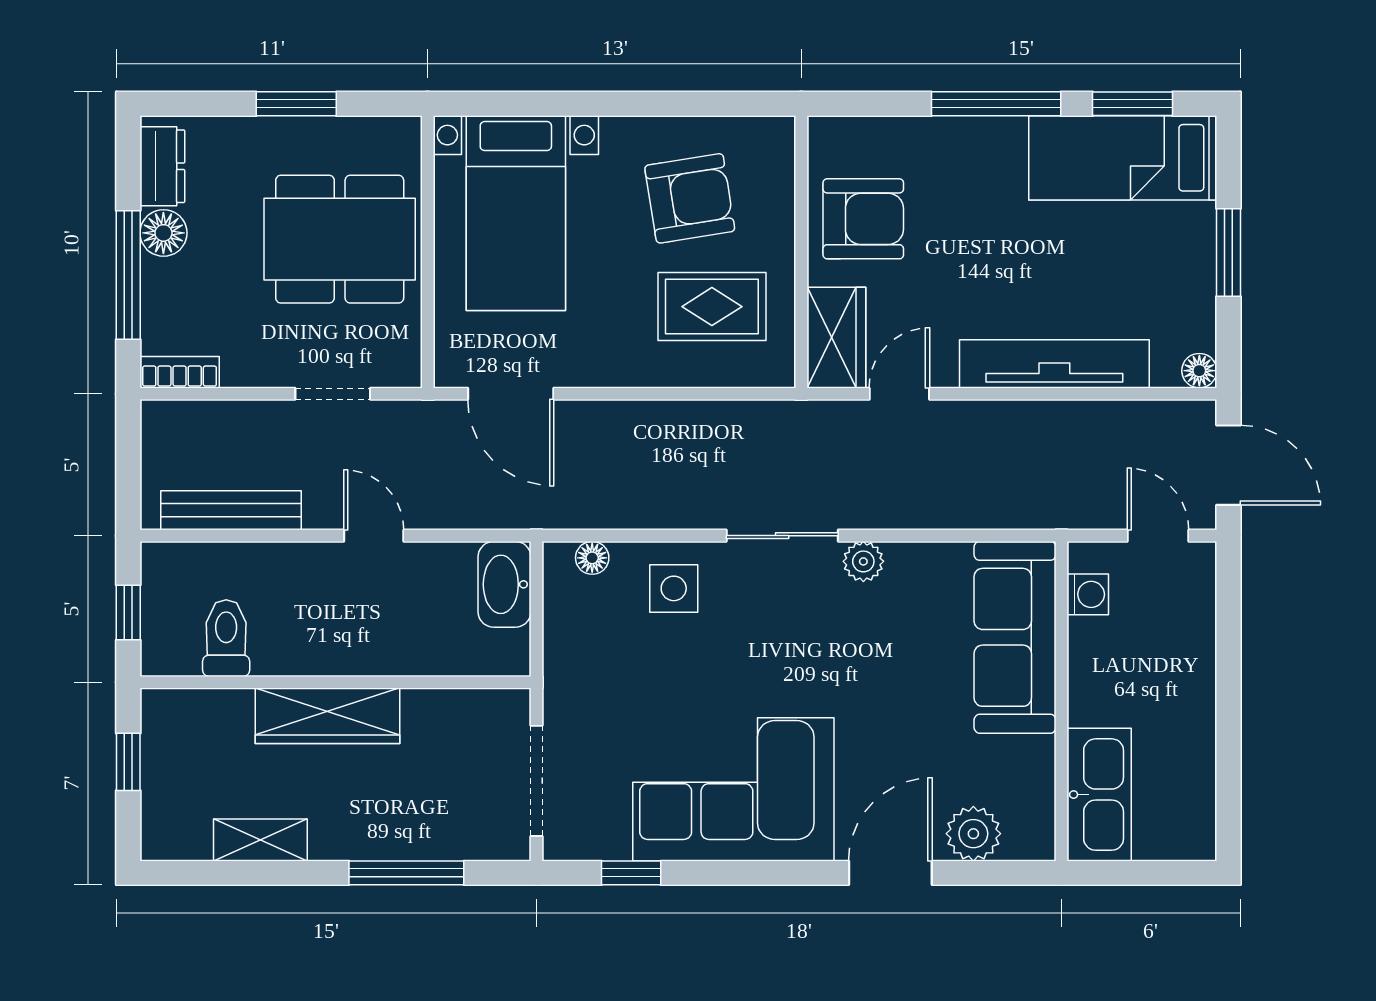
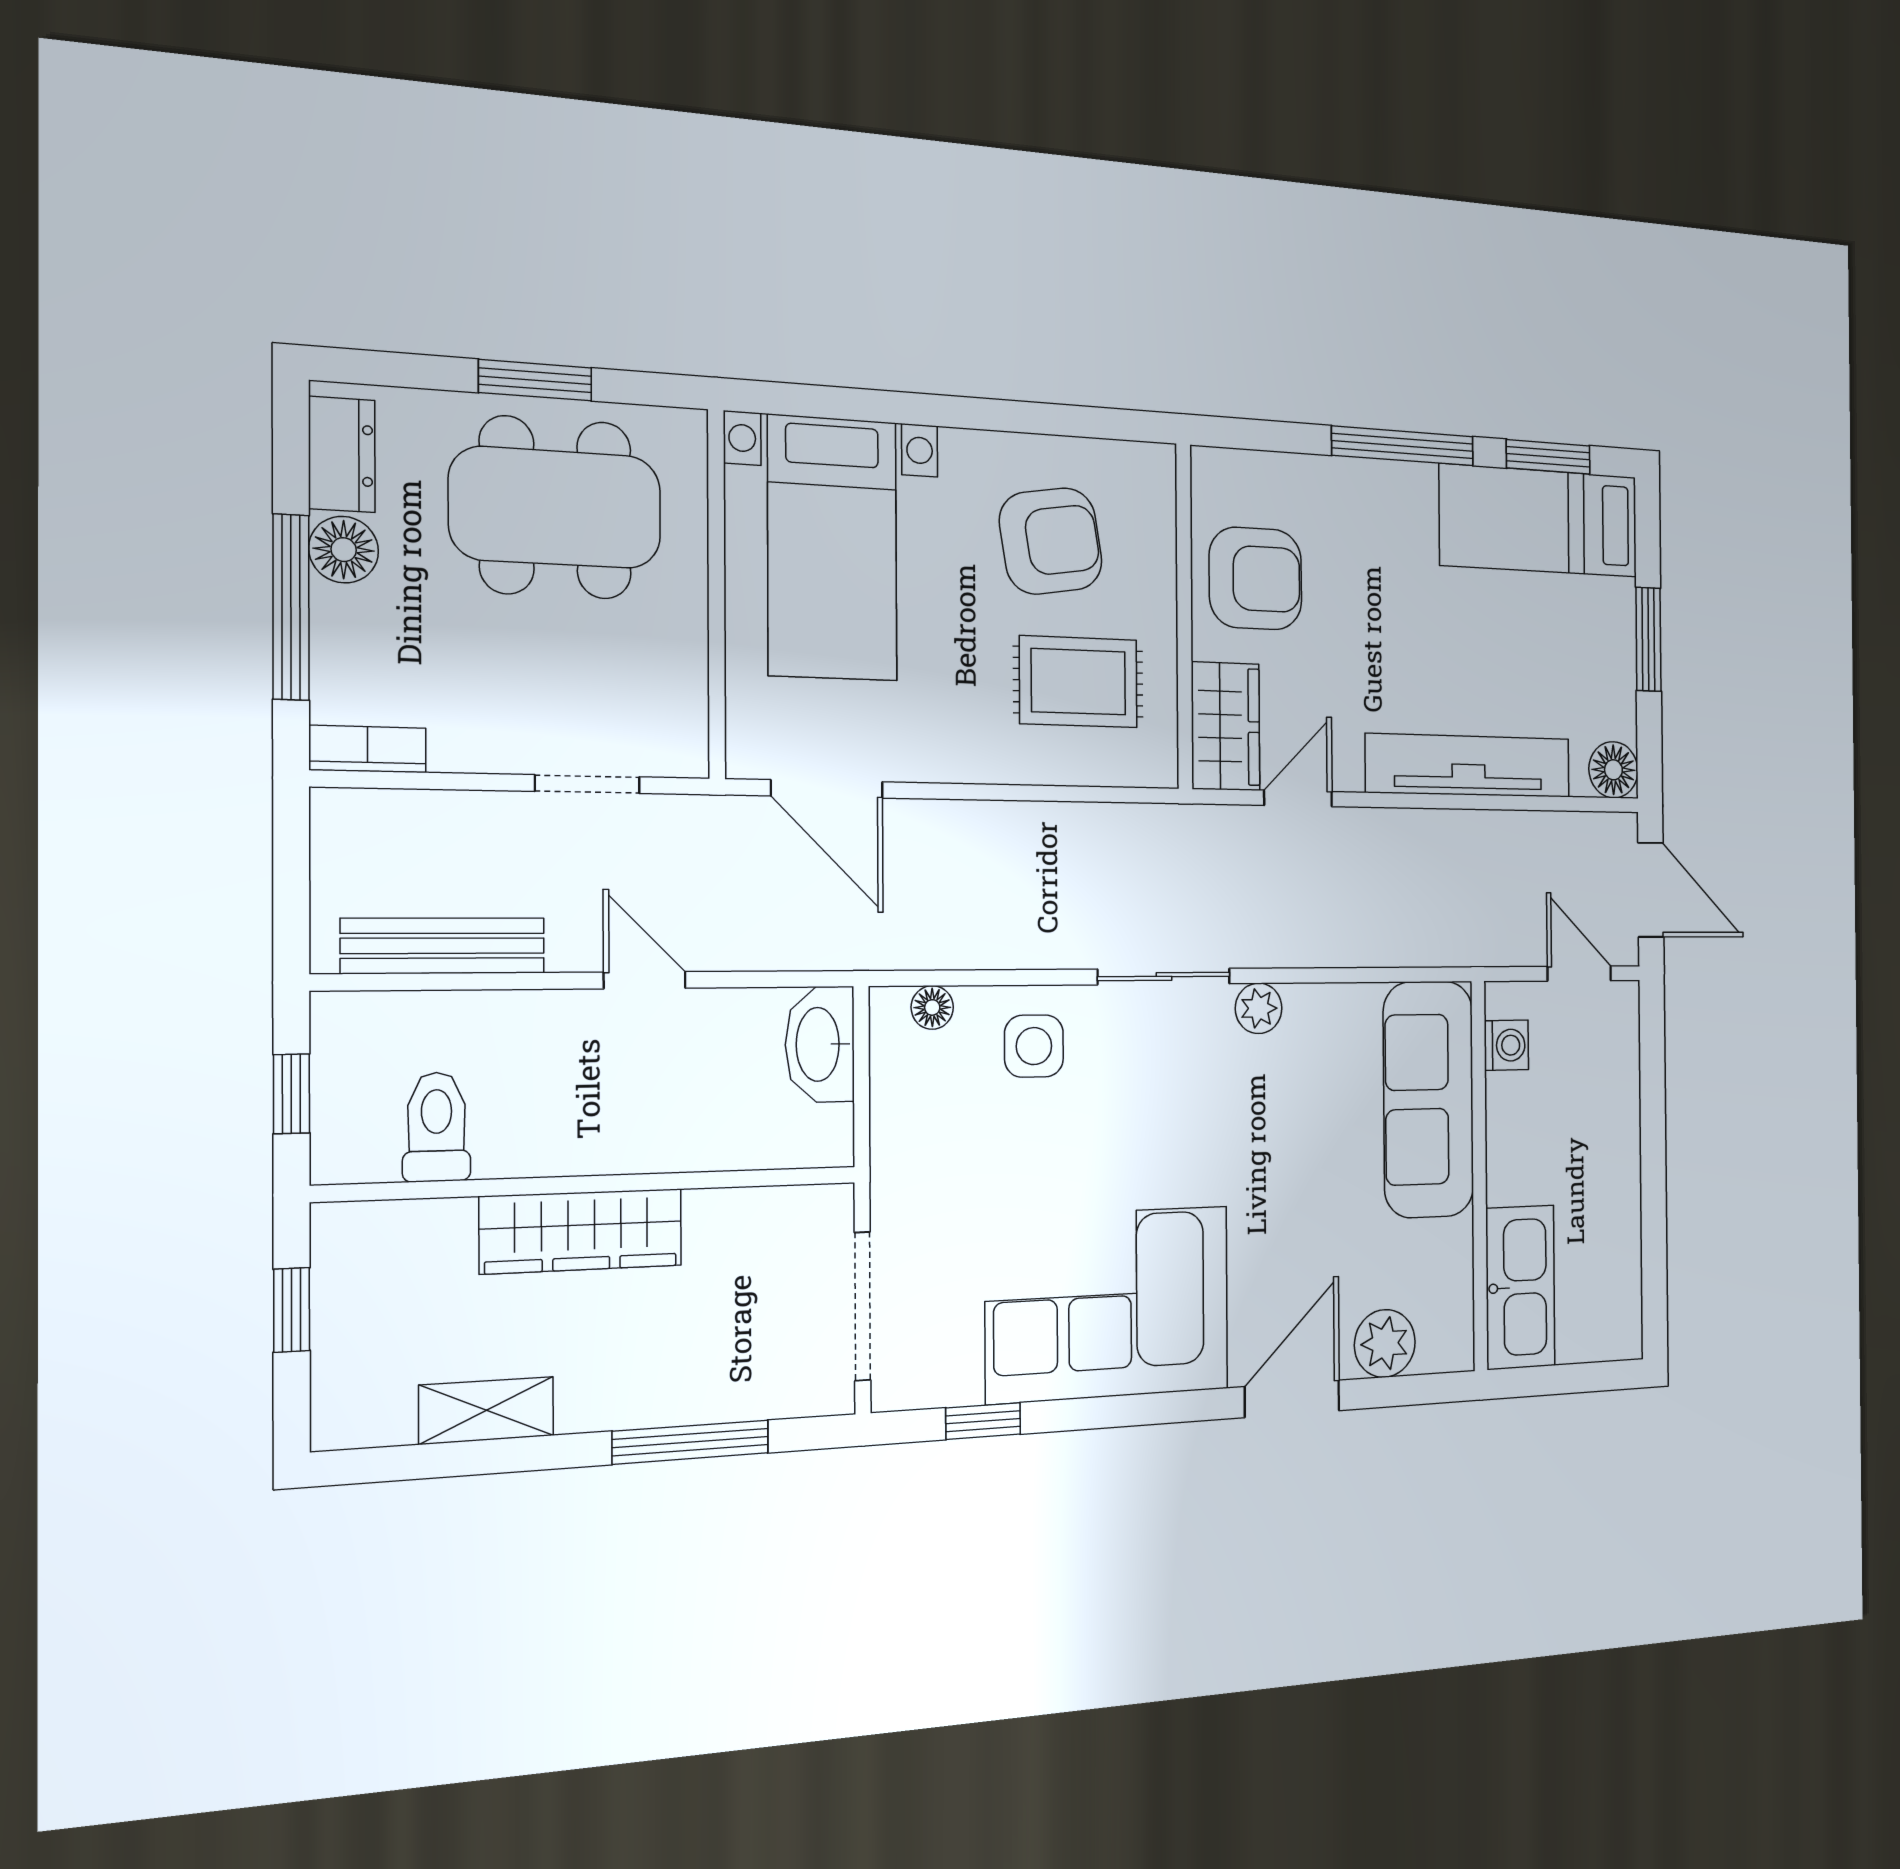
dining table: (340, 239) -> (556, 508), moved
floor lamp: (1199, 371) -> (1613, 770), width x1.37, depth x1.37

